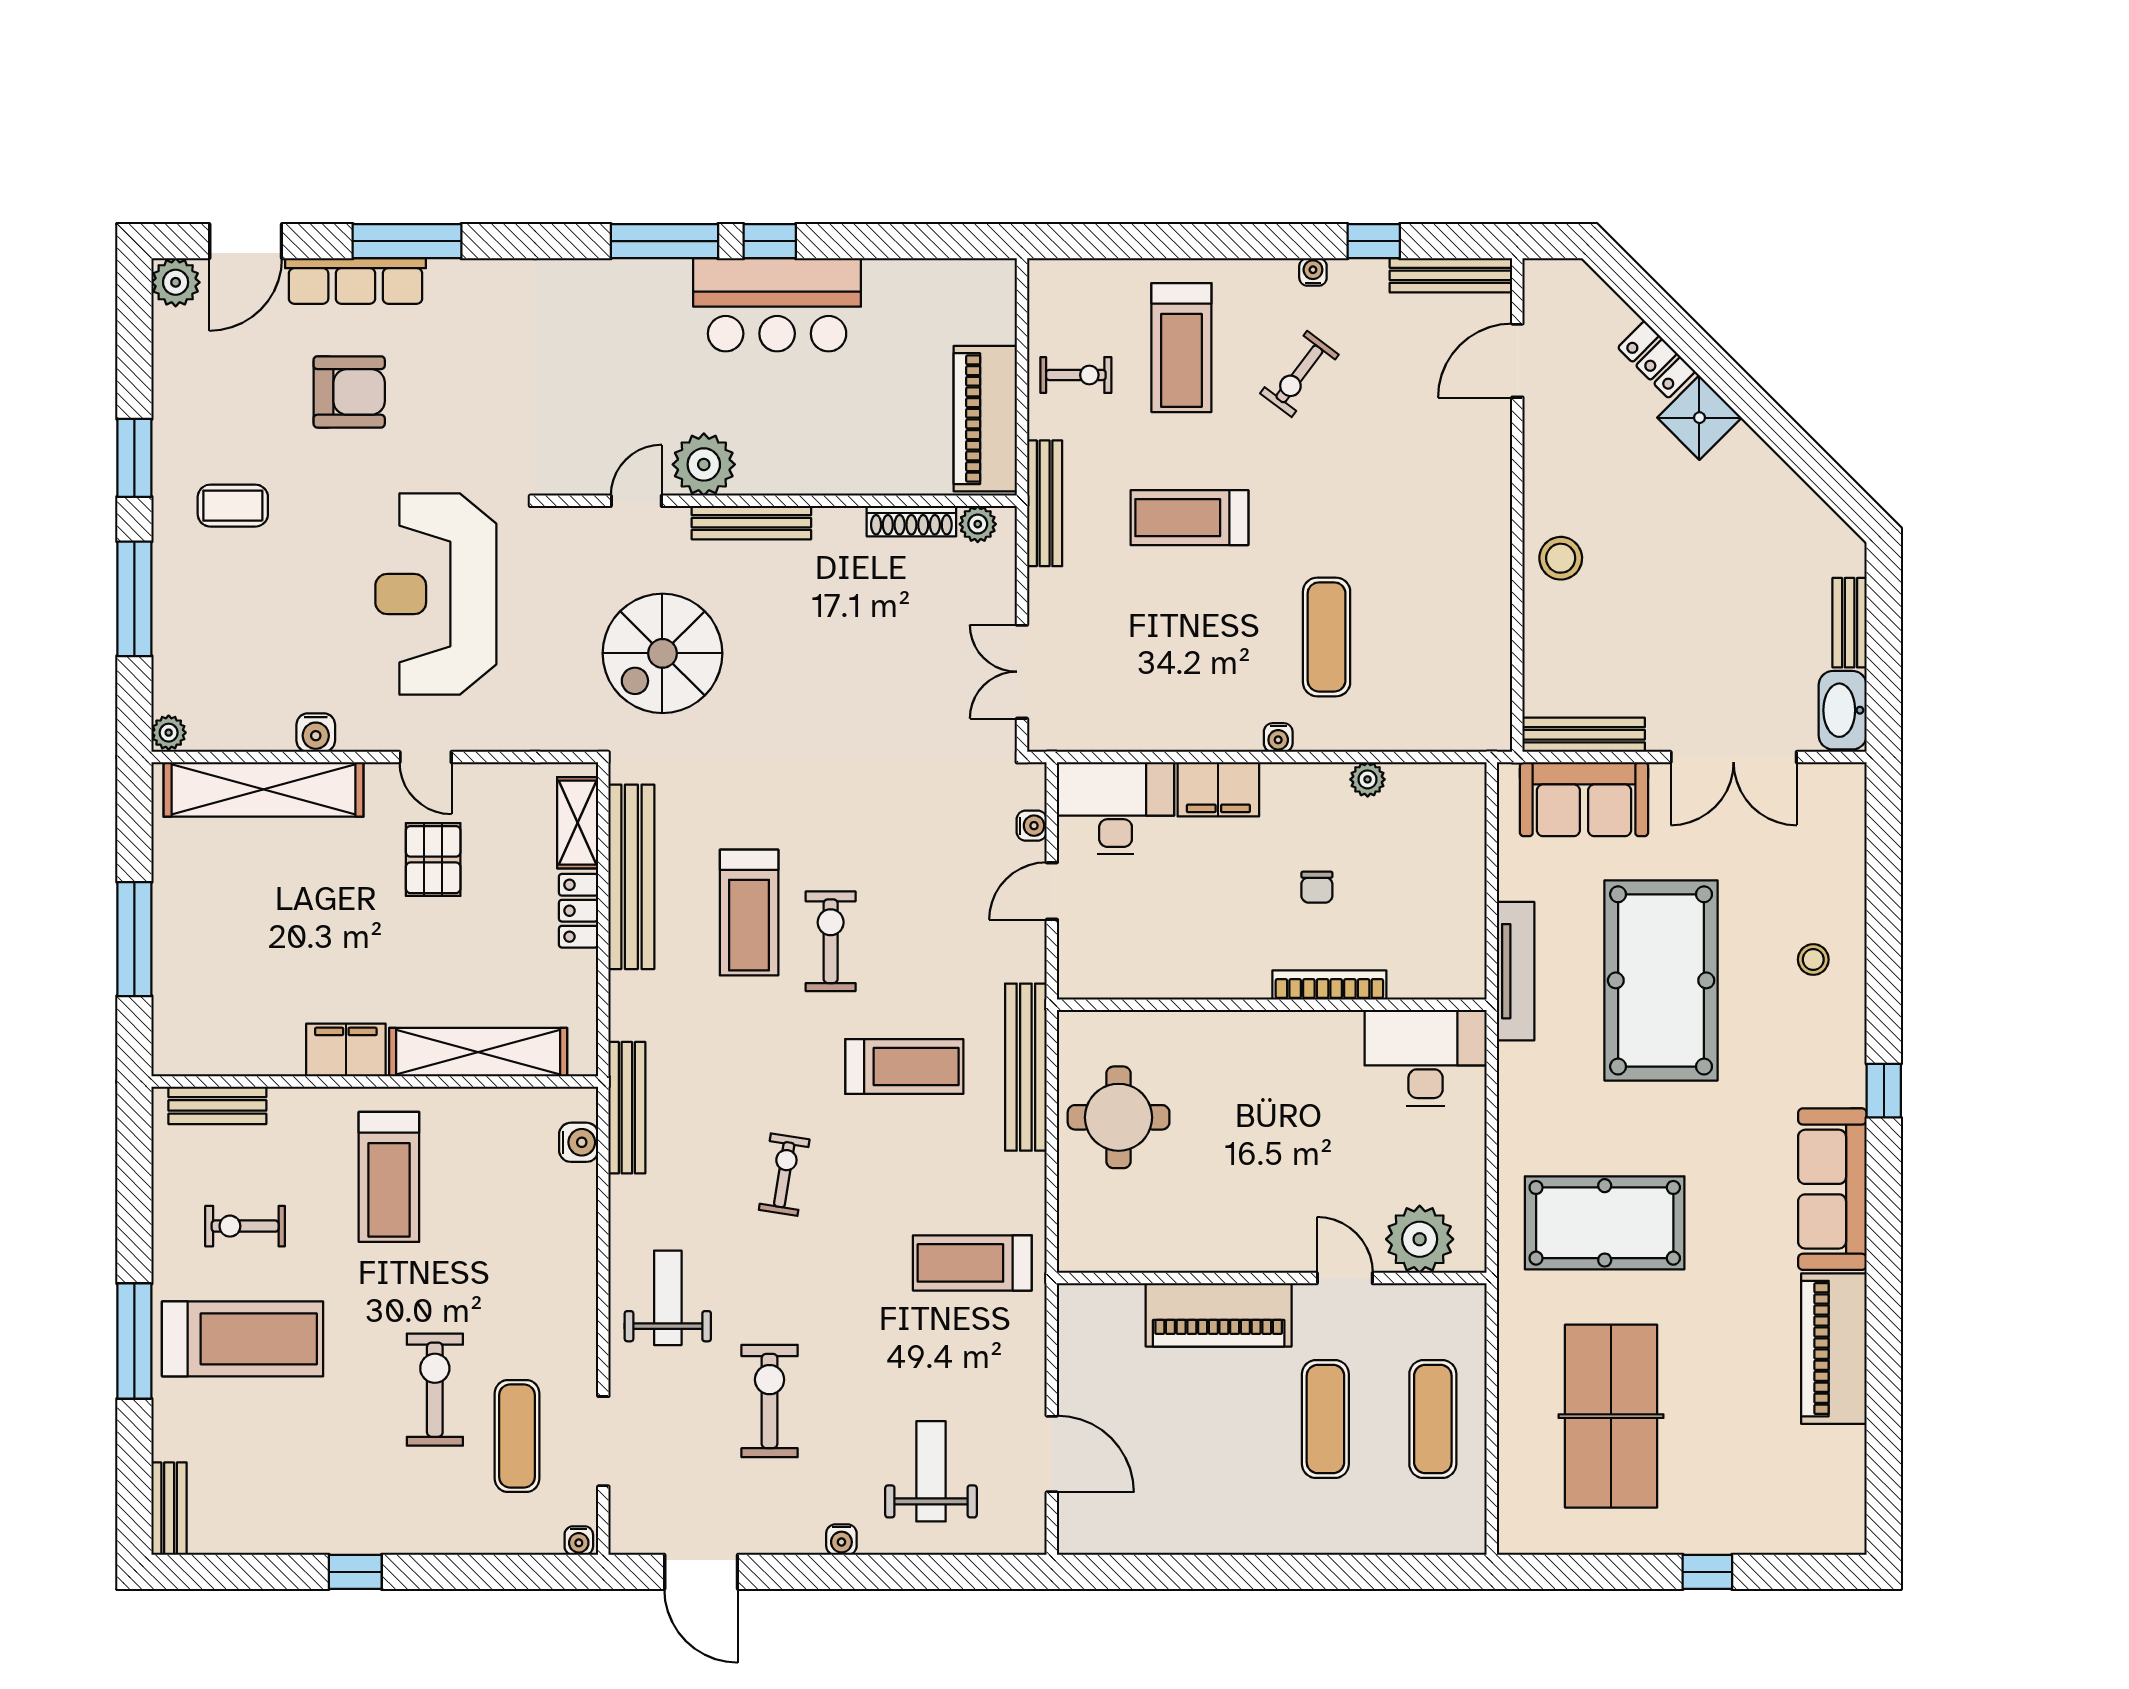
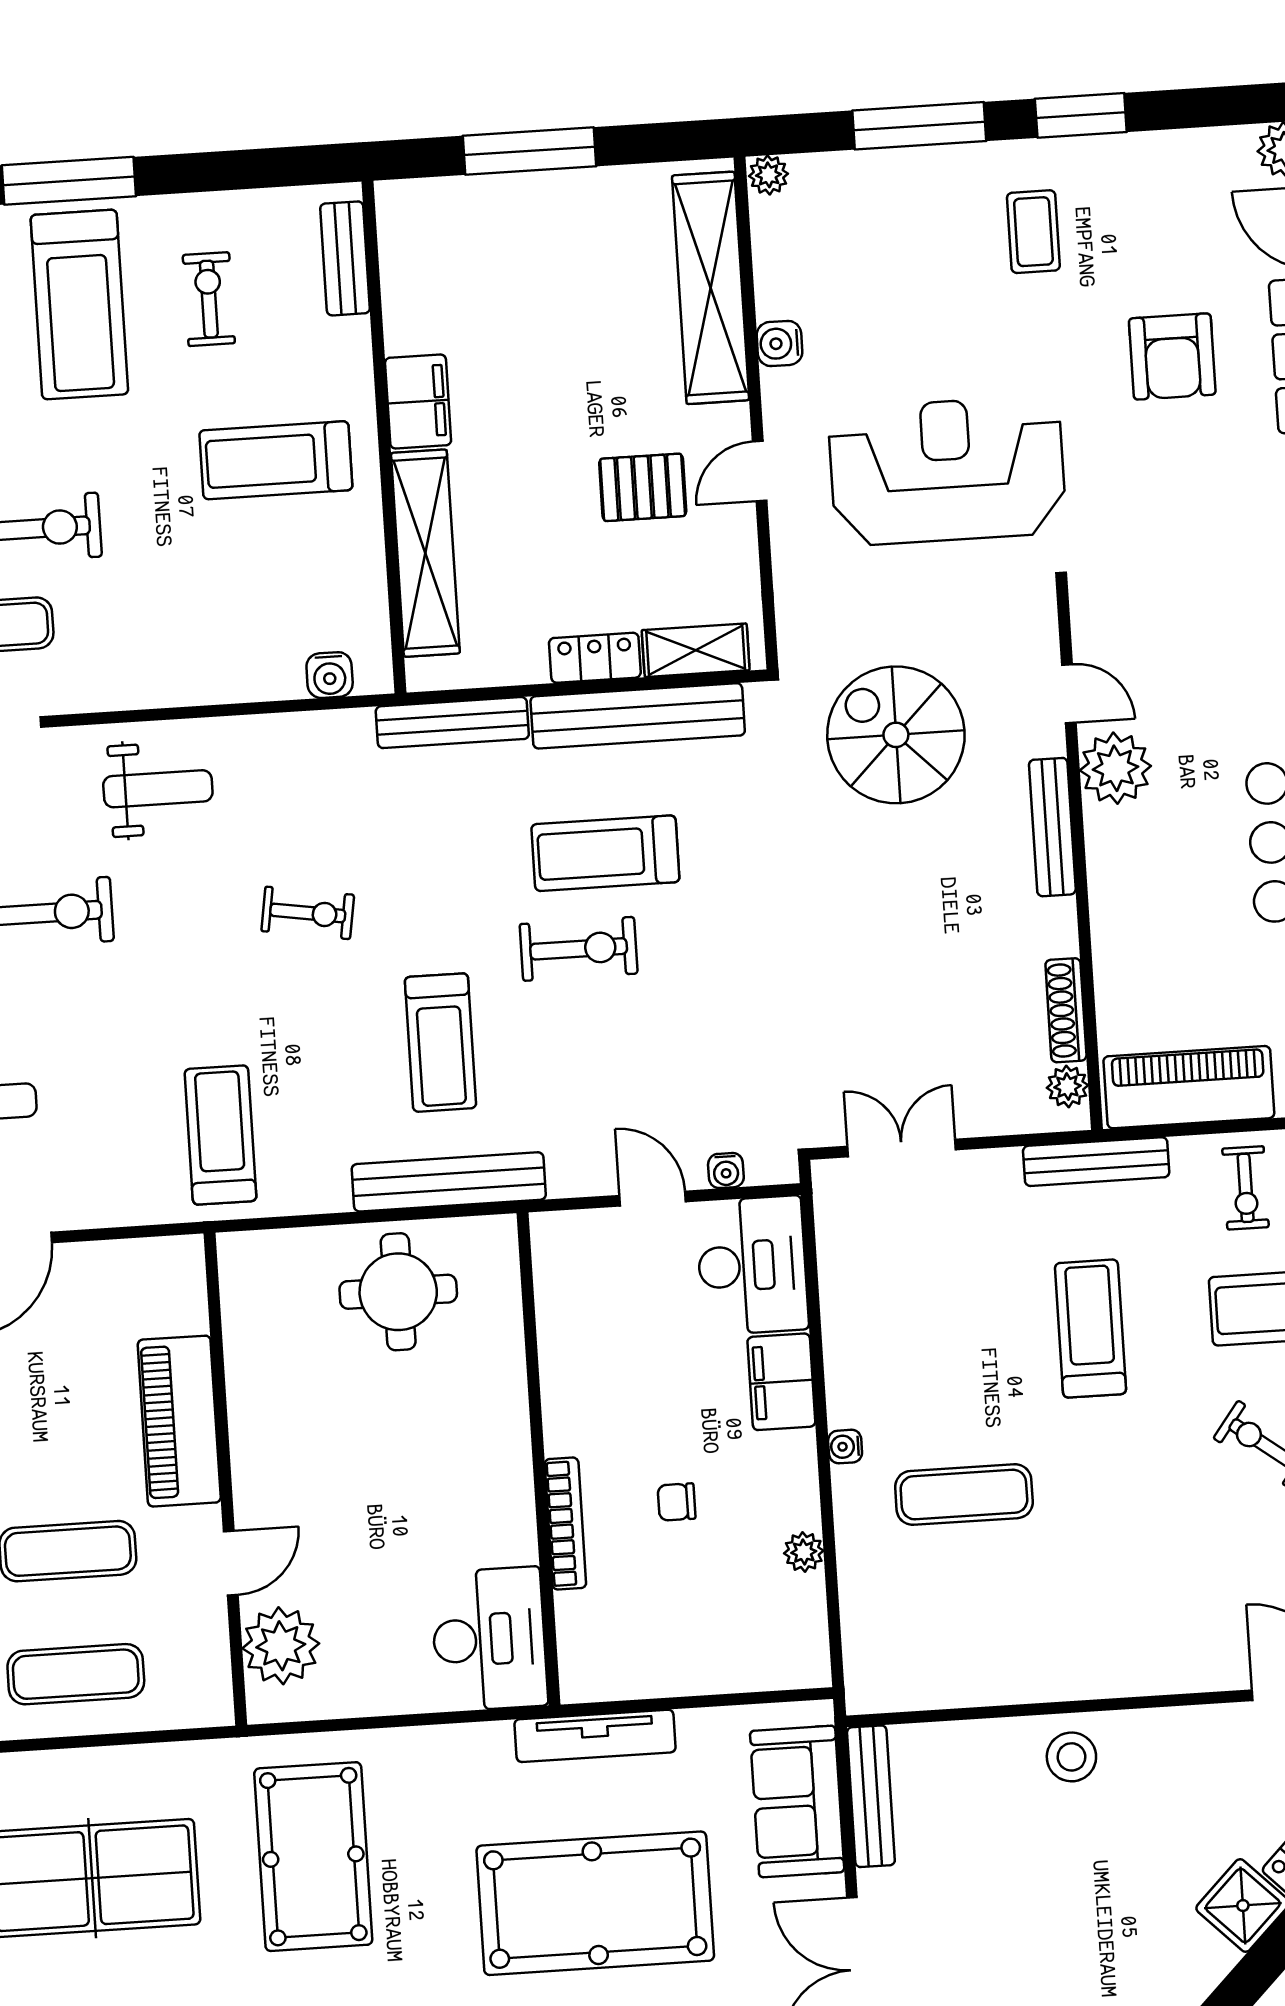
bench: (627, 1108) -> (452, 723), moved

